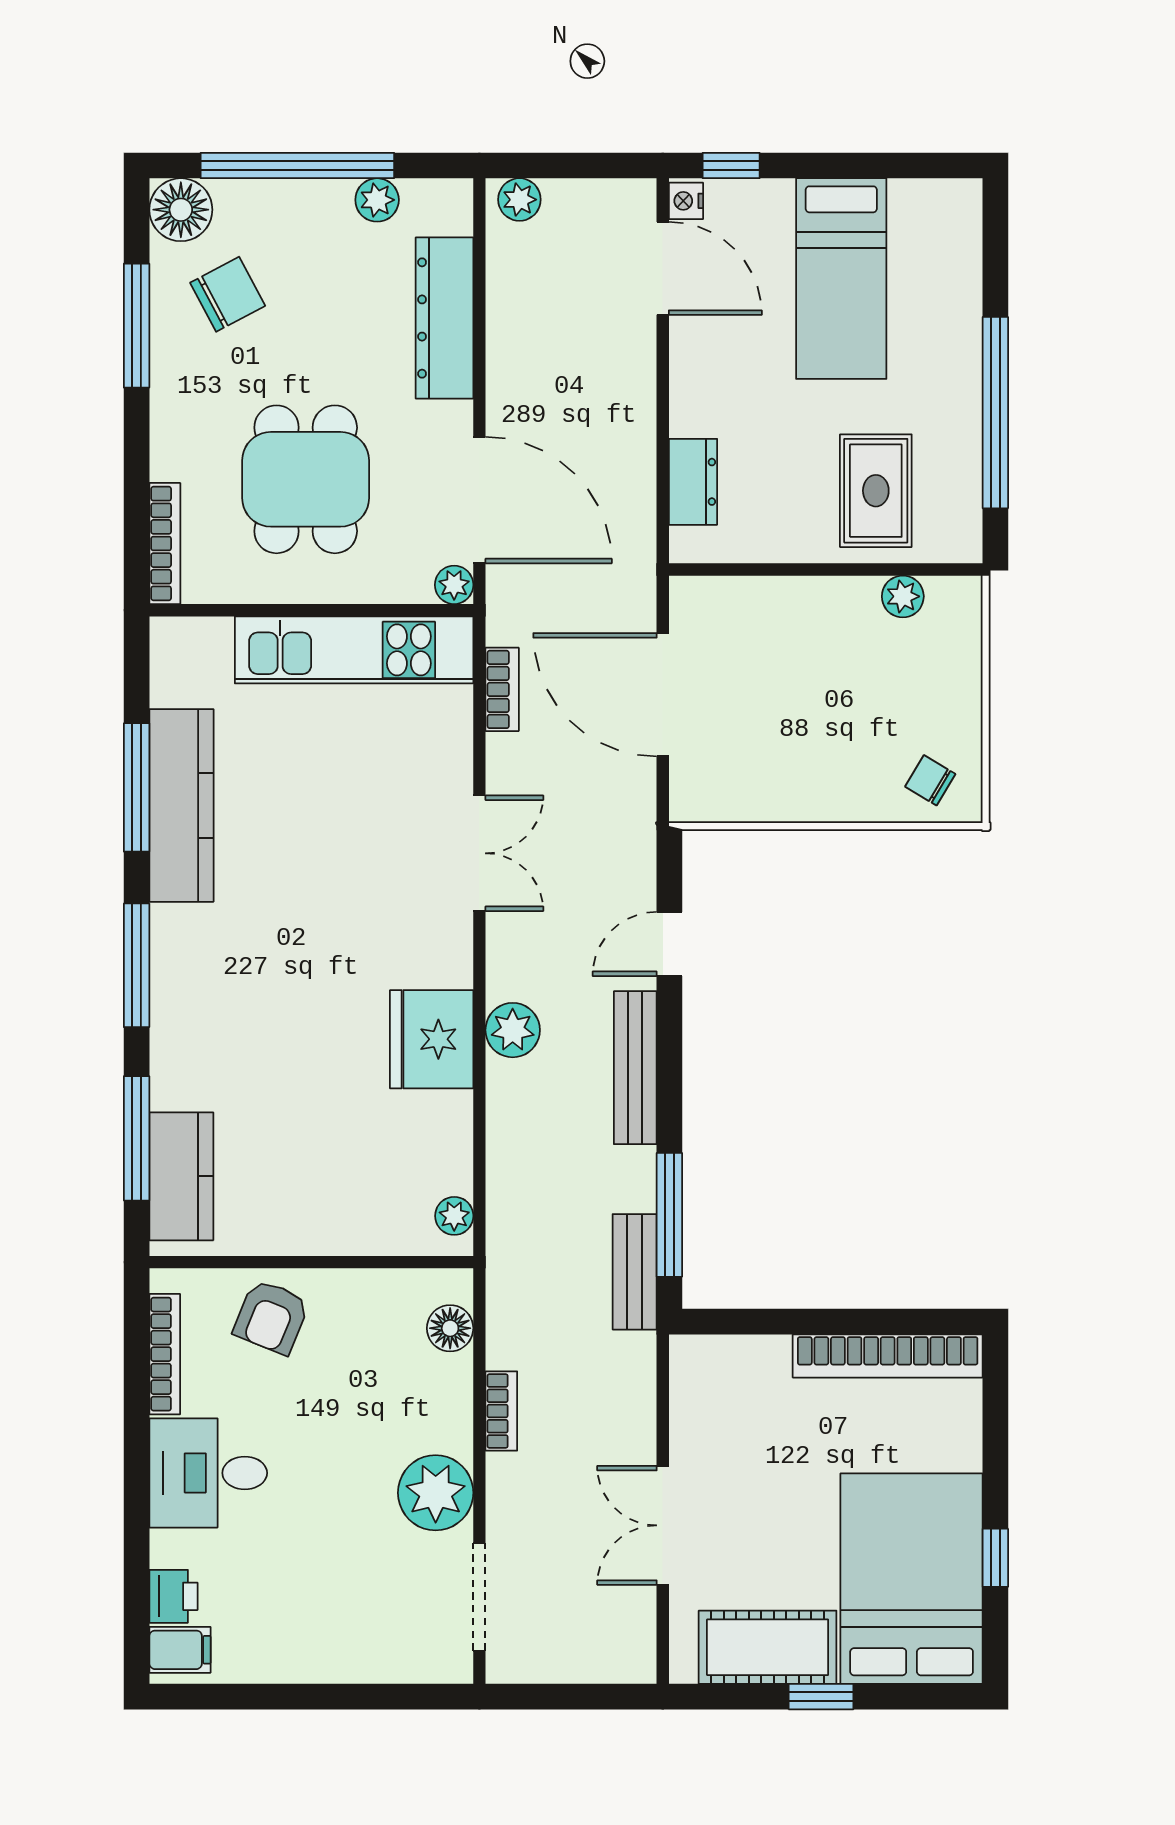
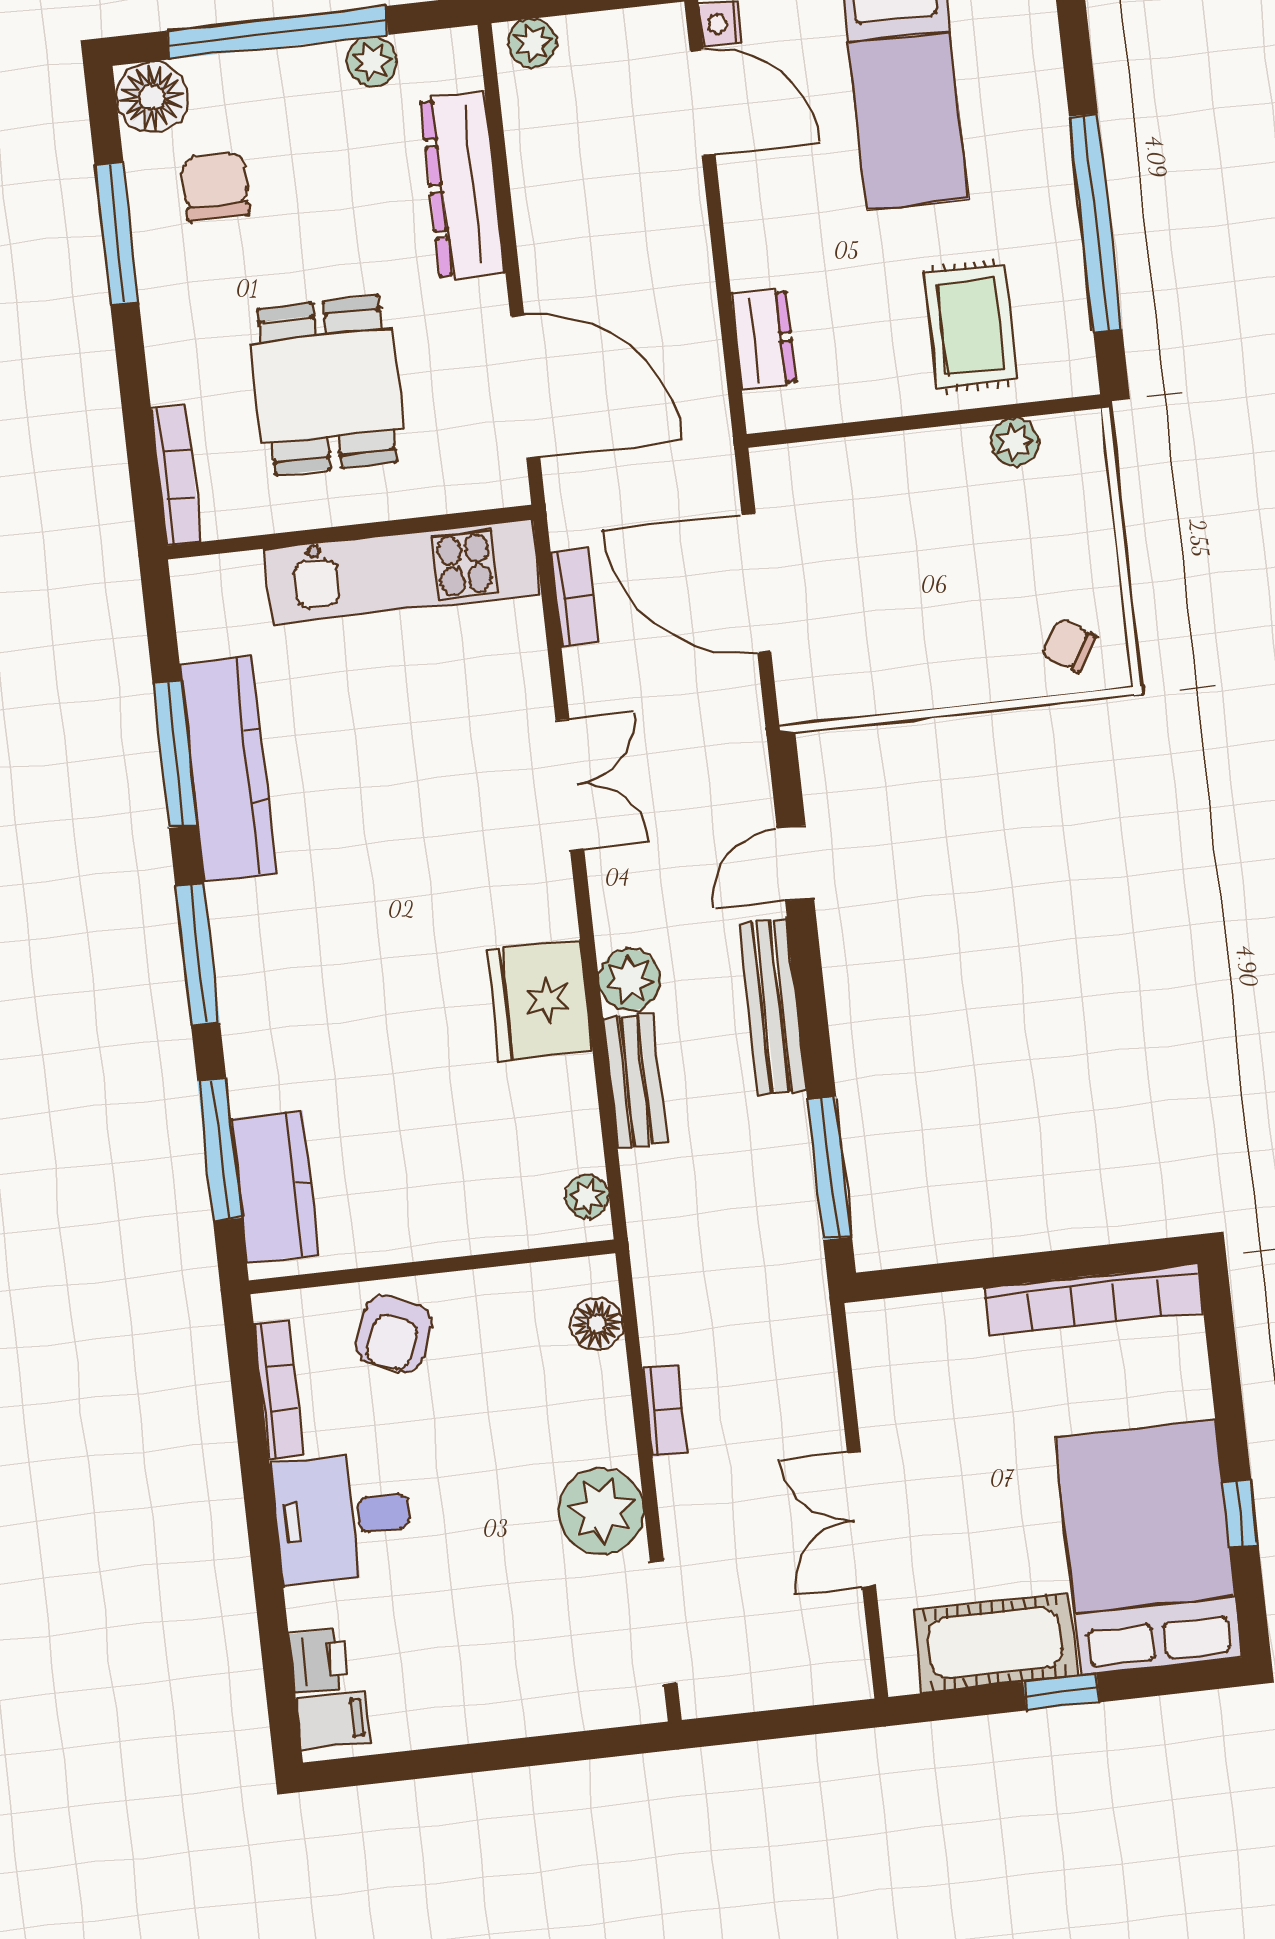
chair: (228, 294) -> (215, 187), turned -62
plant: (454, 585) -> (507, 485), removed
bench: (635, 1272) -> (635, 1081), moved

